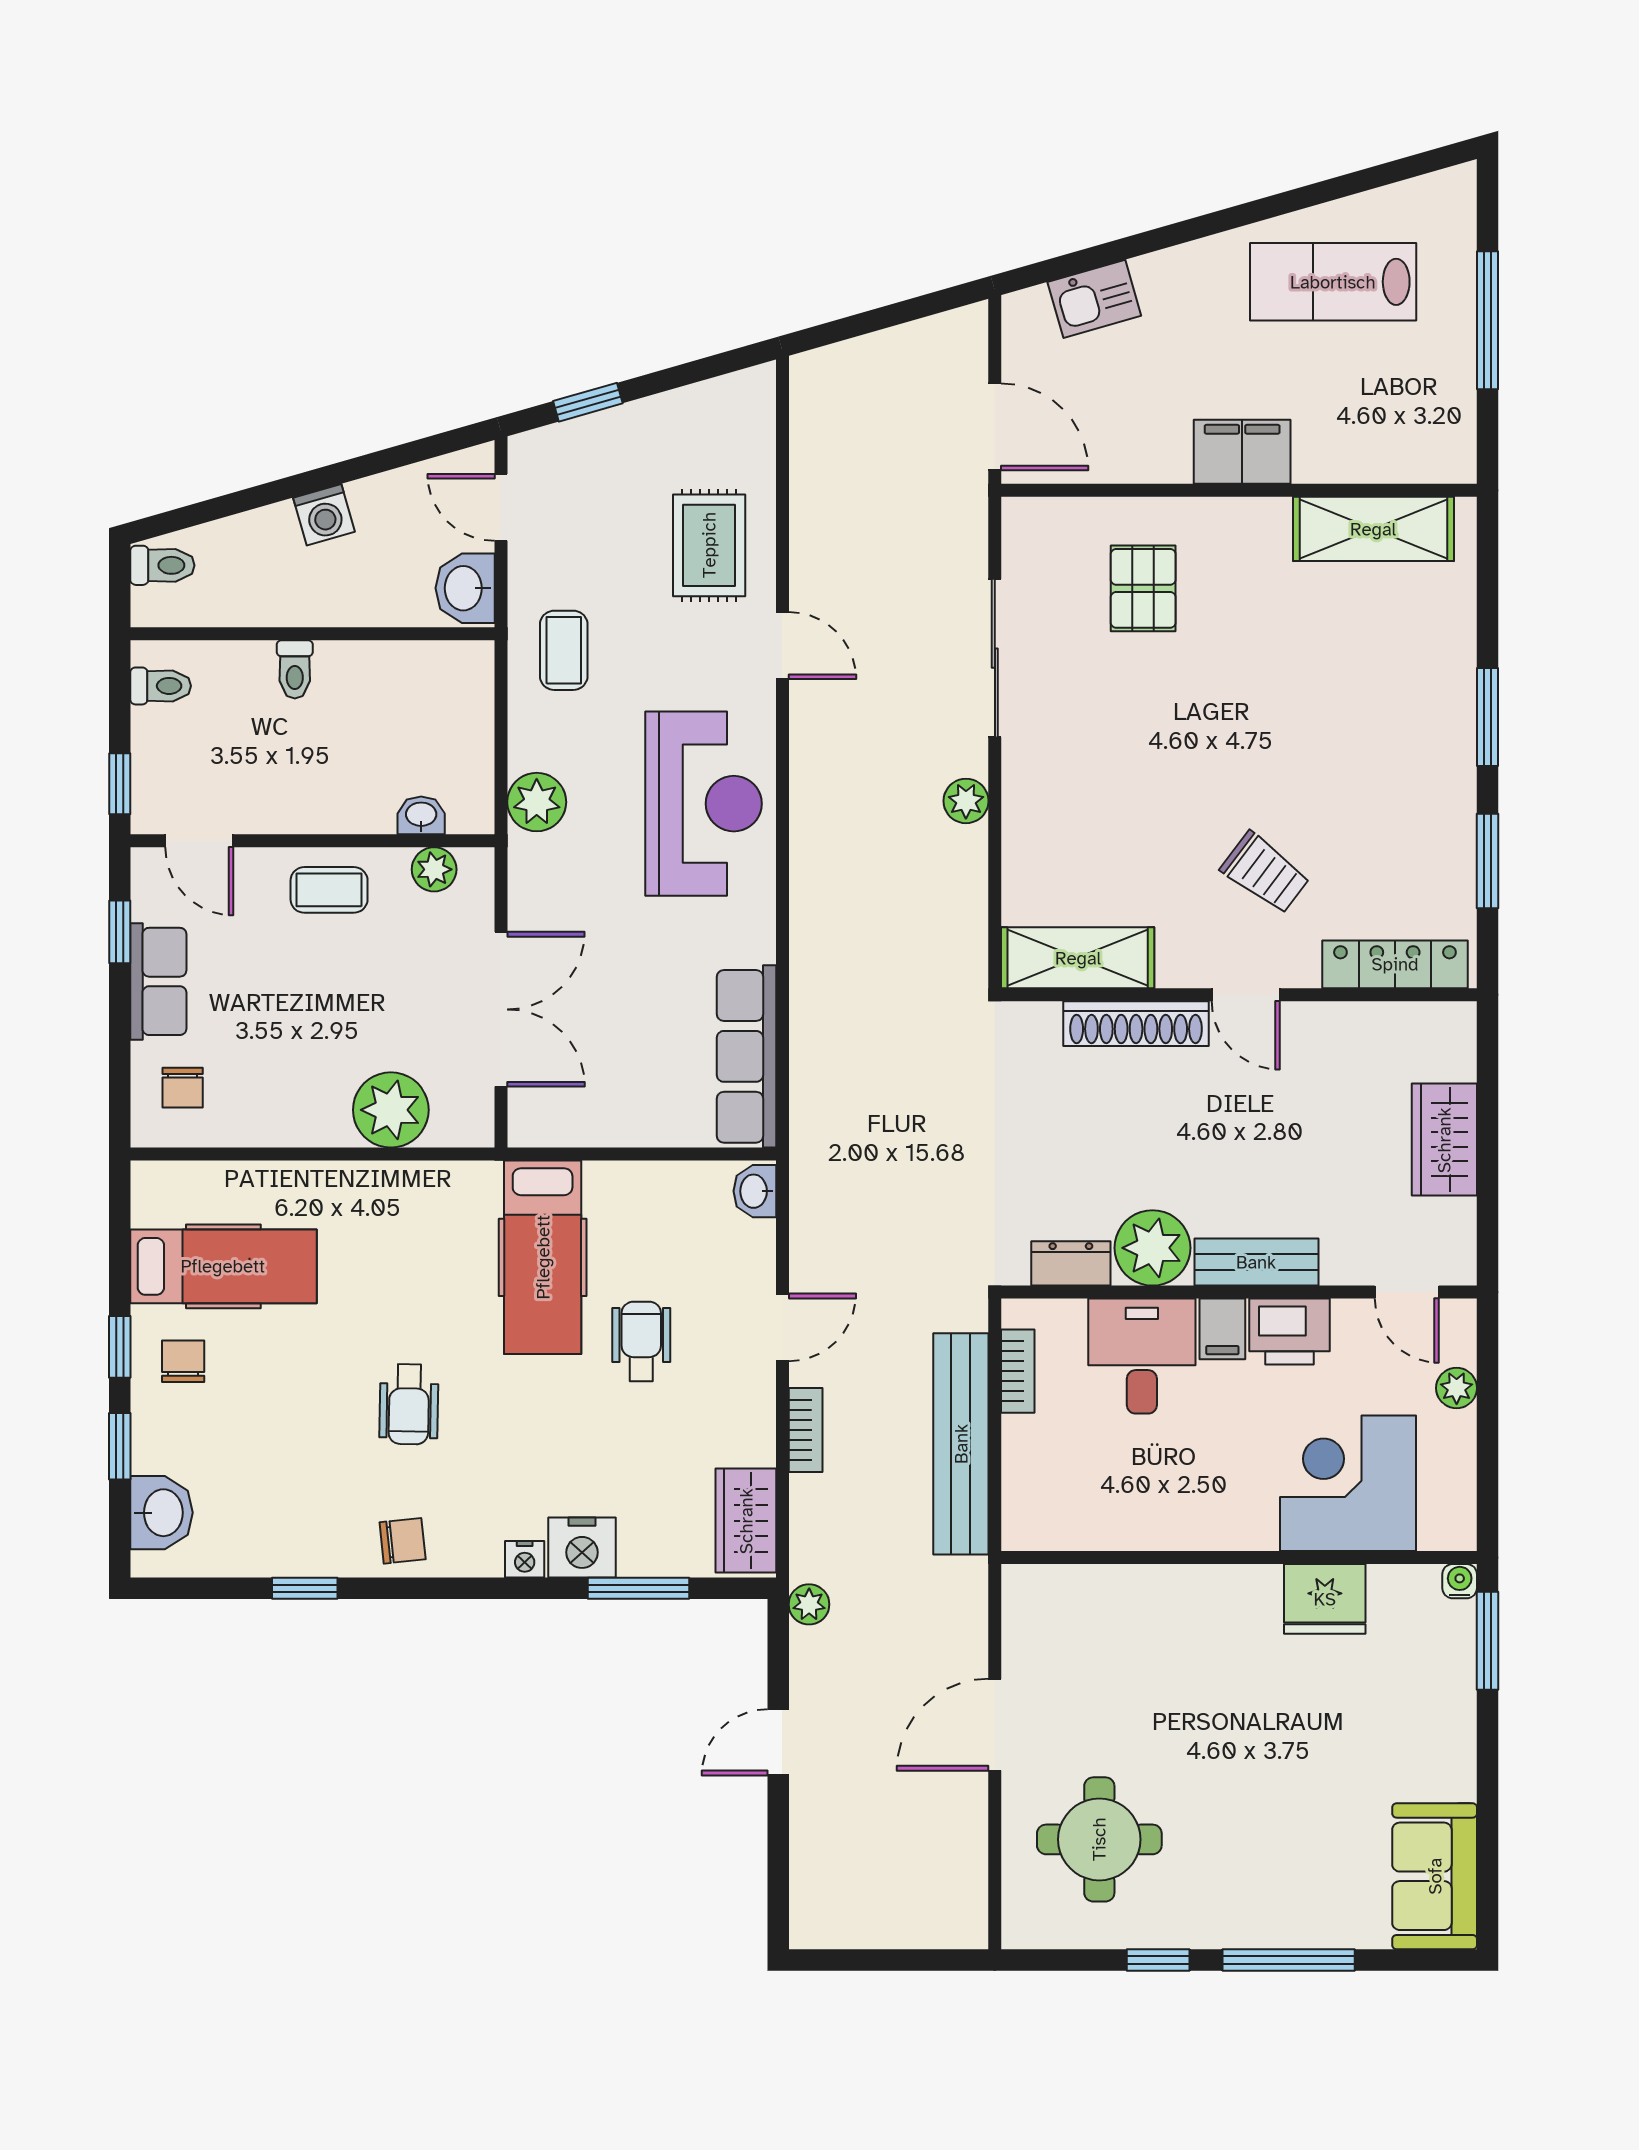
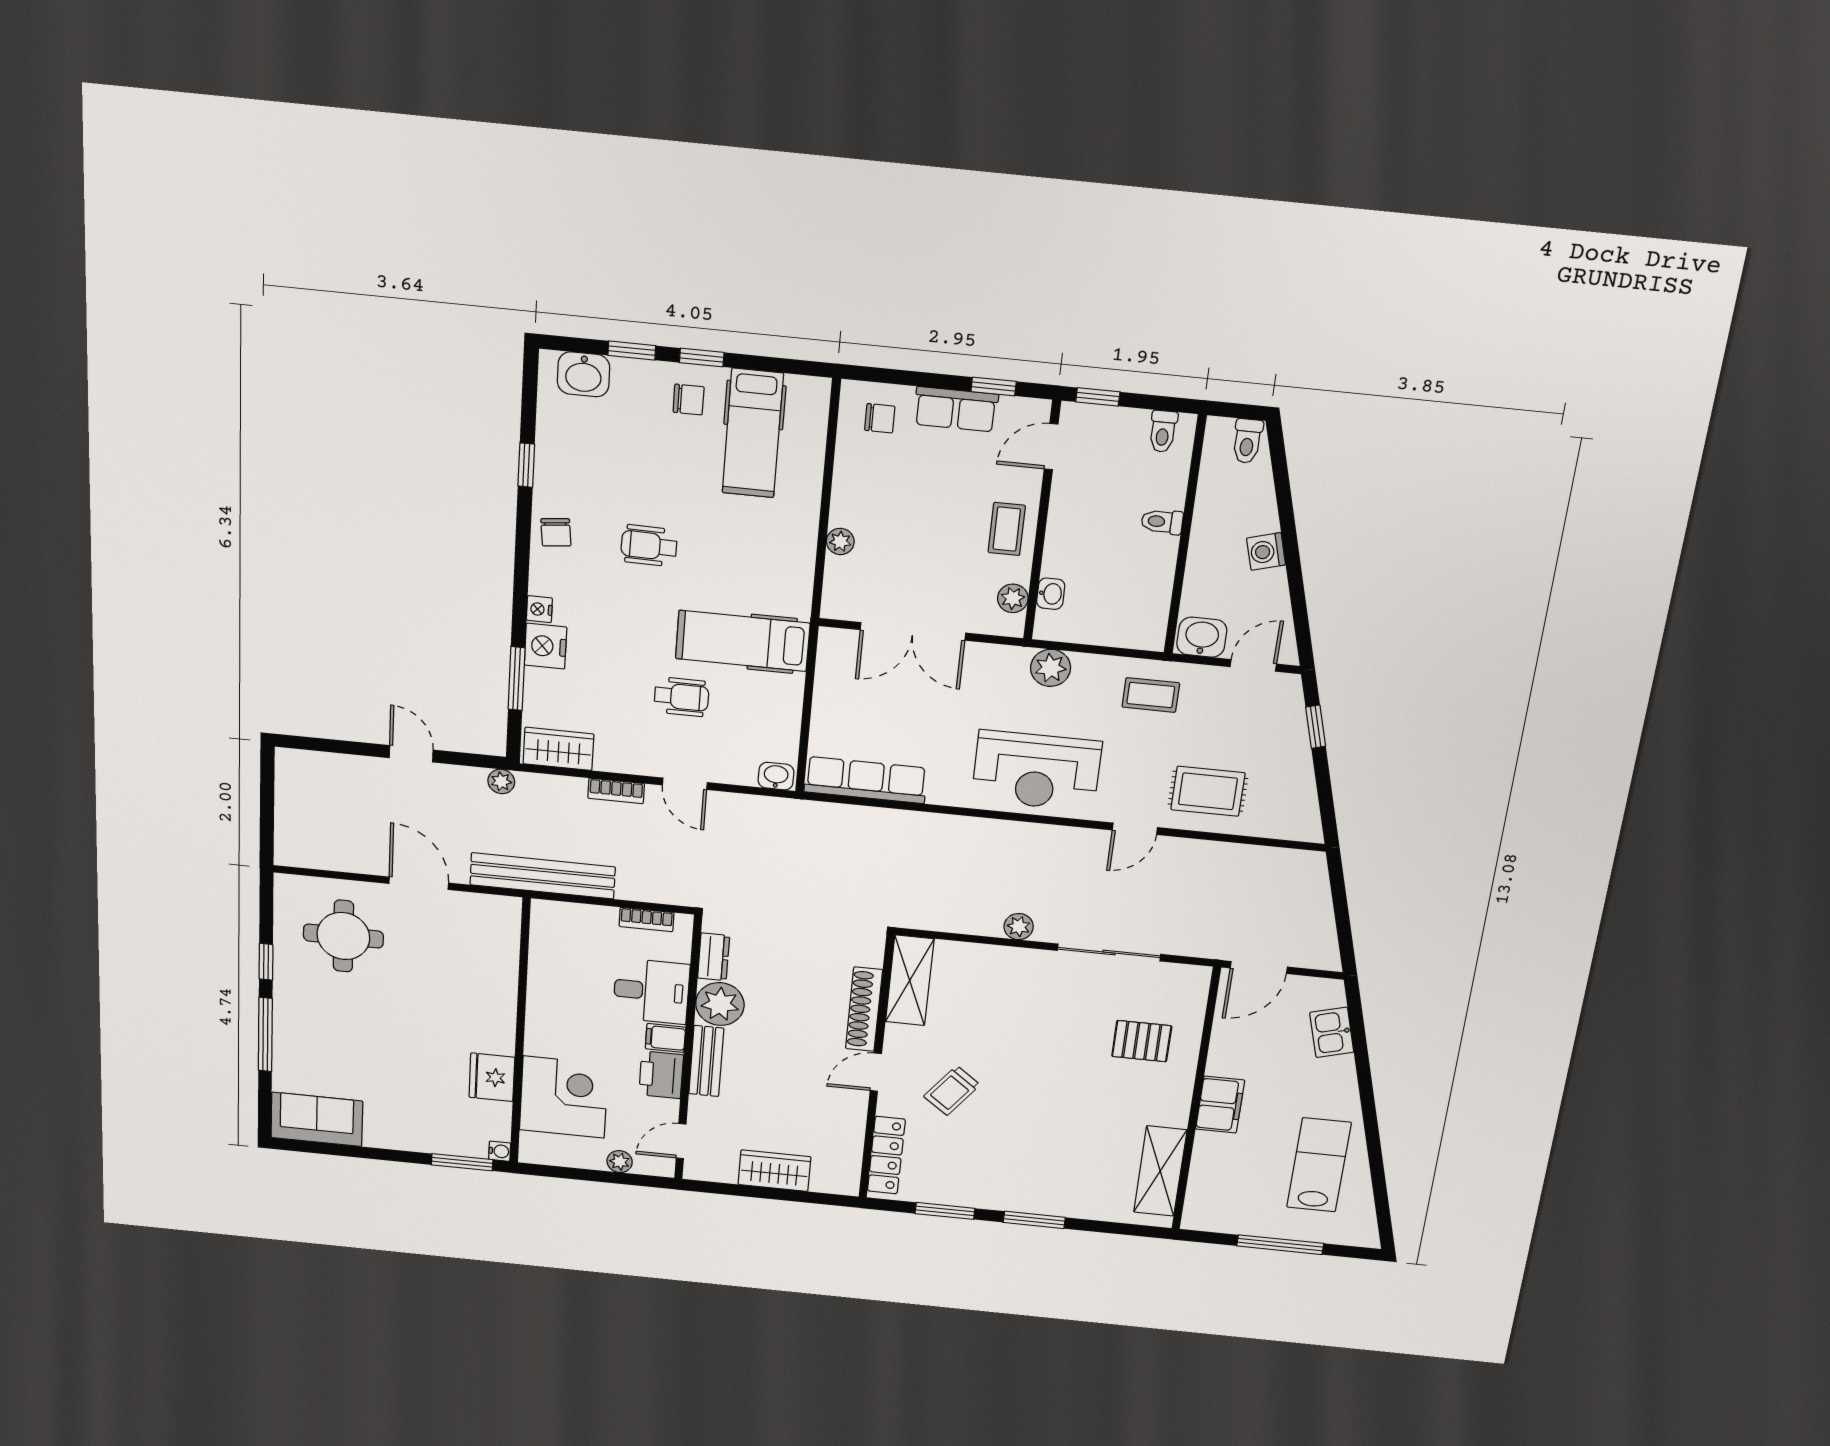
chair: (183, 1088) -> (880, 418), turned 180
plant: (391, 1110) -> (840, 541), width x0.53, depth x0.53
bench: (961, 1444) -> (543, 876), moved

